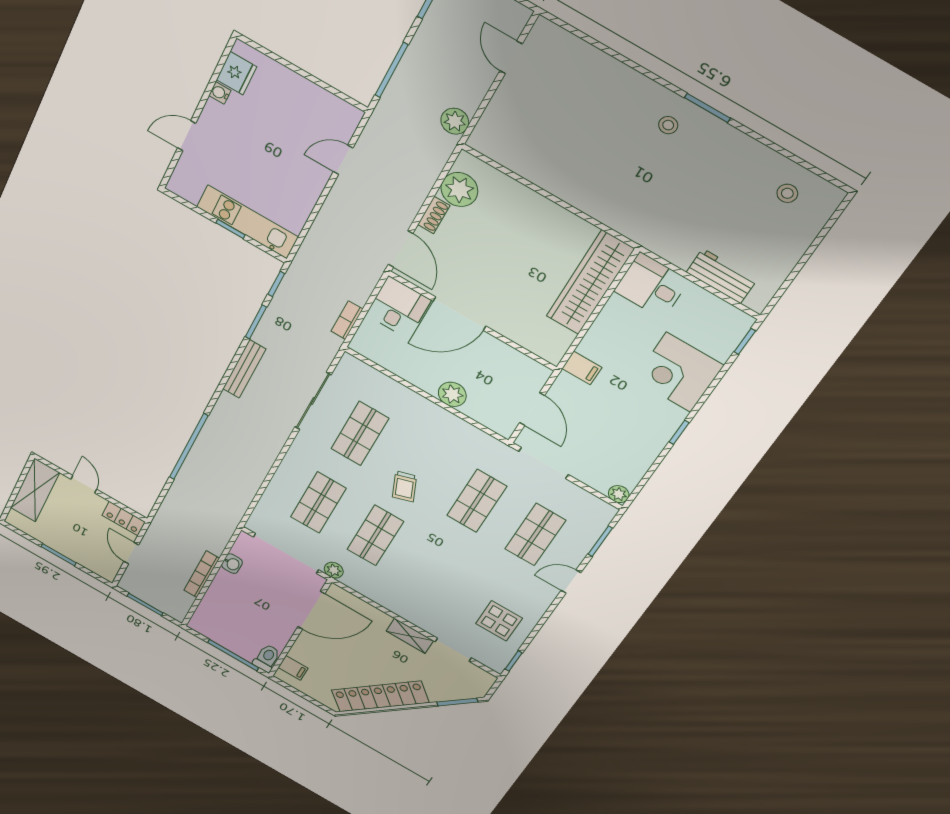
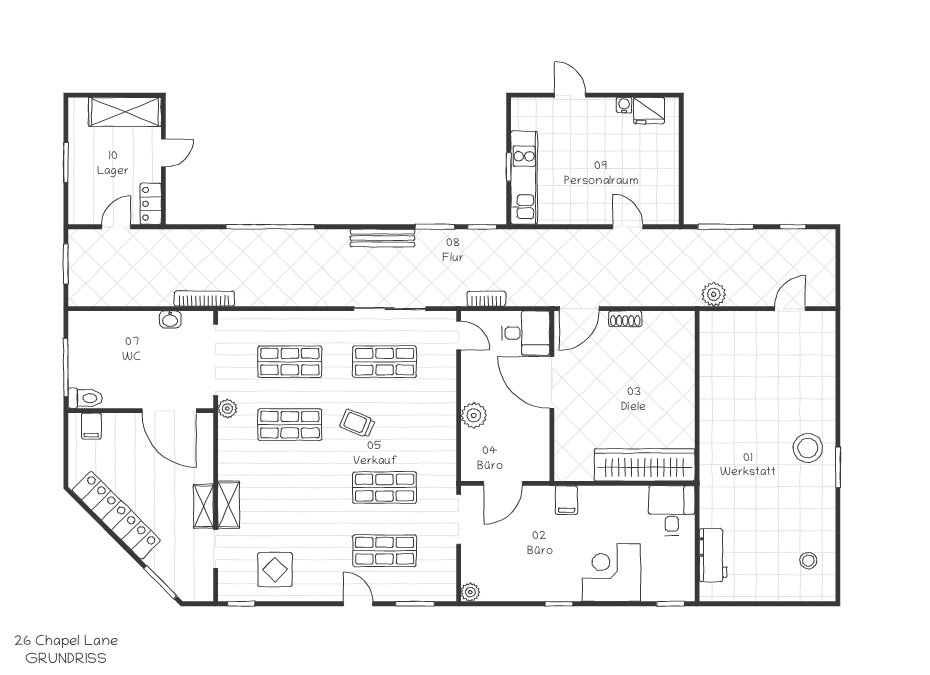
stool: (668, 125) -> (808, 448), width x1.89, depth x1.89
plant: (459, 190) -> (660, 327), removed
door: (369, 362) -> (459, 335), added
trolley: (405, 487) -> (357, 423), turned 42
bookcase: (202, 574) -> (204, 299), moved
shelving: (420, 619) -> (229, 505), added

